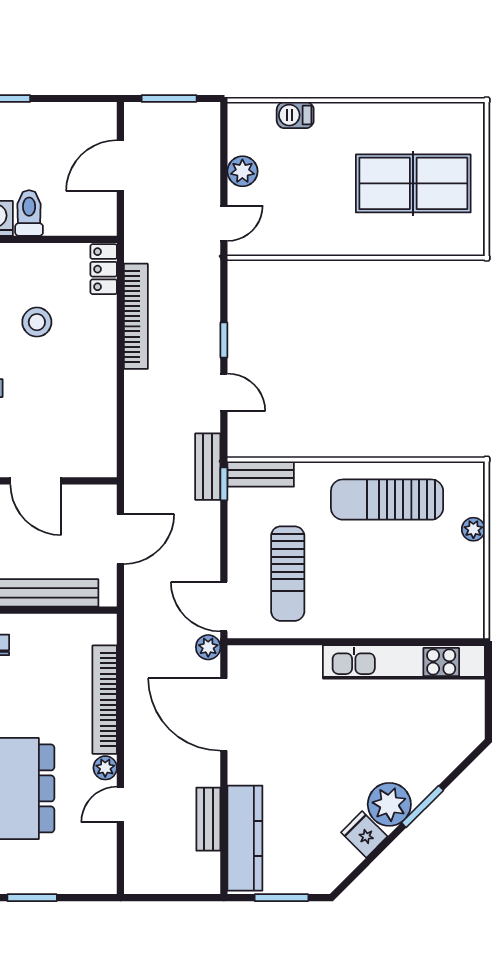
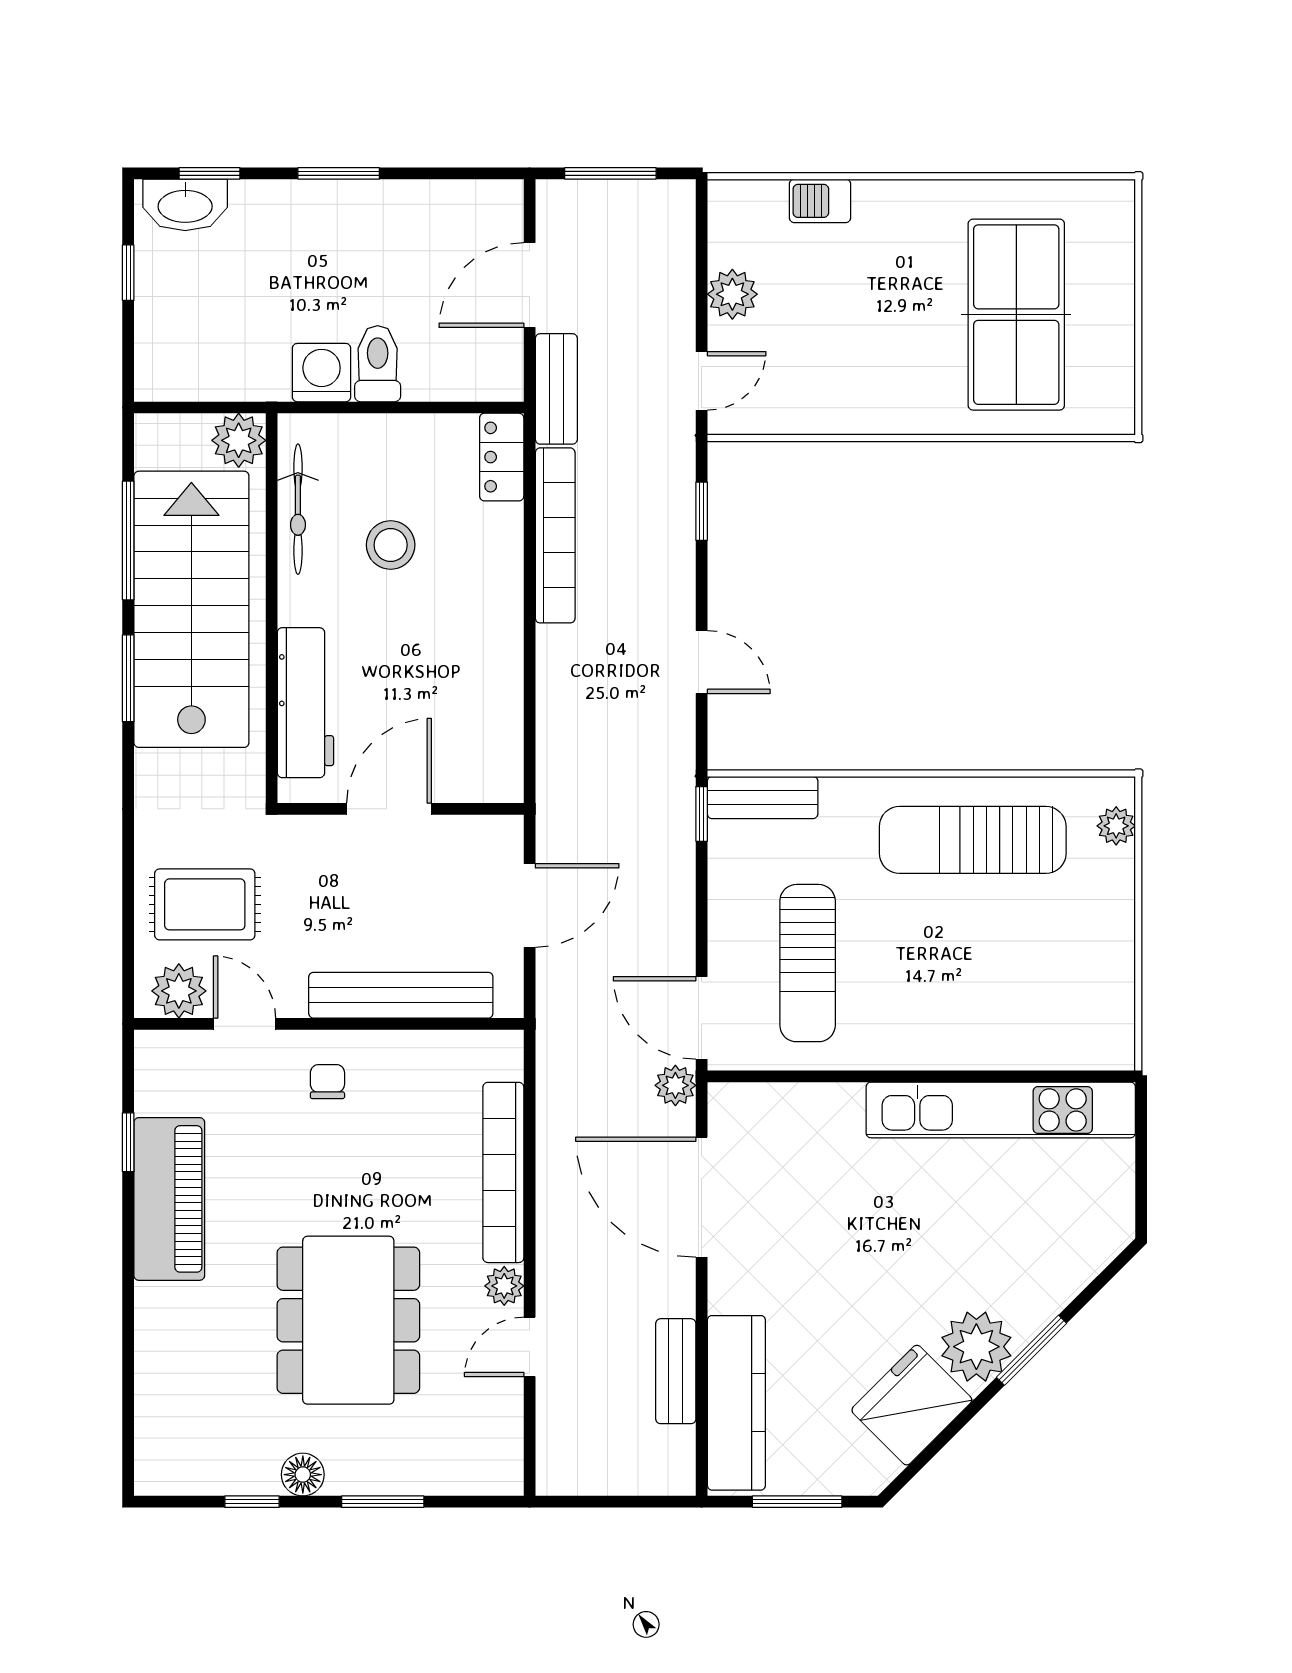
table tennis table: (413, 183) -> (1016, 315), turned 90
window: (224, 340) -> (702, 511), moved
bench: (208, 467) -> (556, 389), moved
door: (36, 481) -> (389, 809), swing flipped
plant: (473, 529) -> (1116, 826), moved
fridge: (364, 834) -> (912, 1405), width x1.88, depth x1.34

